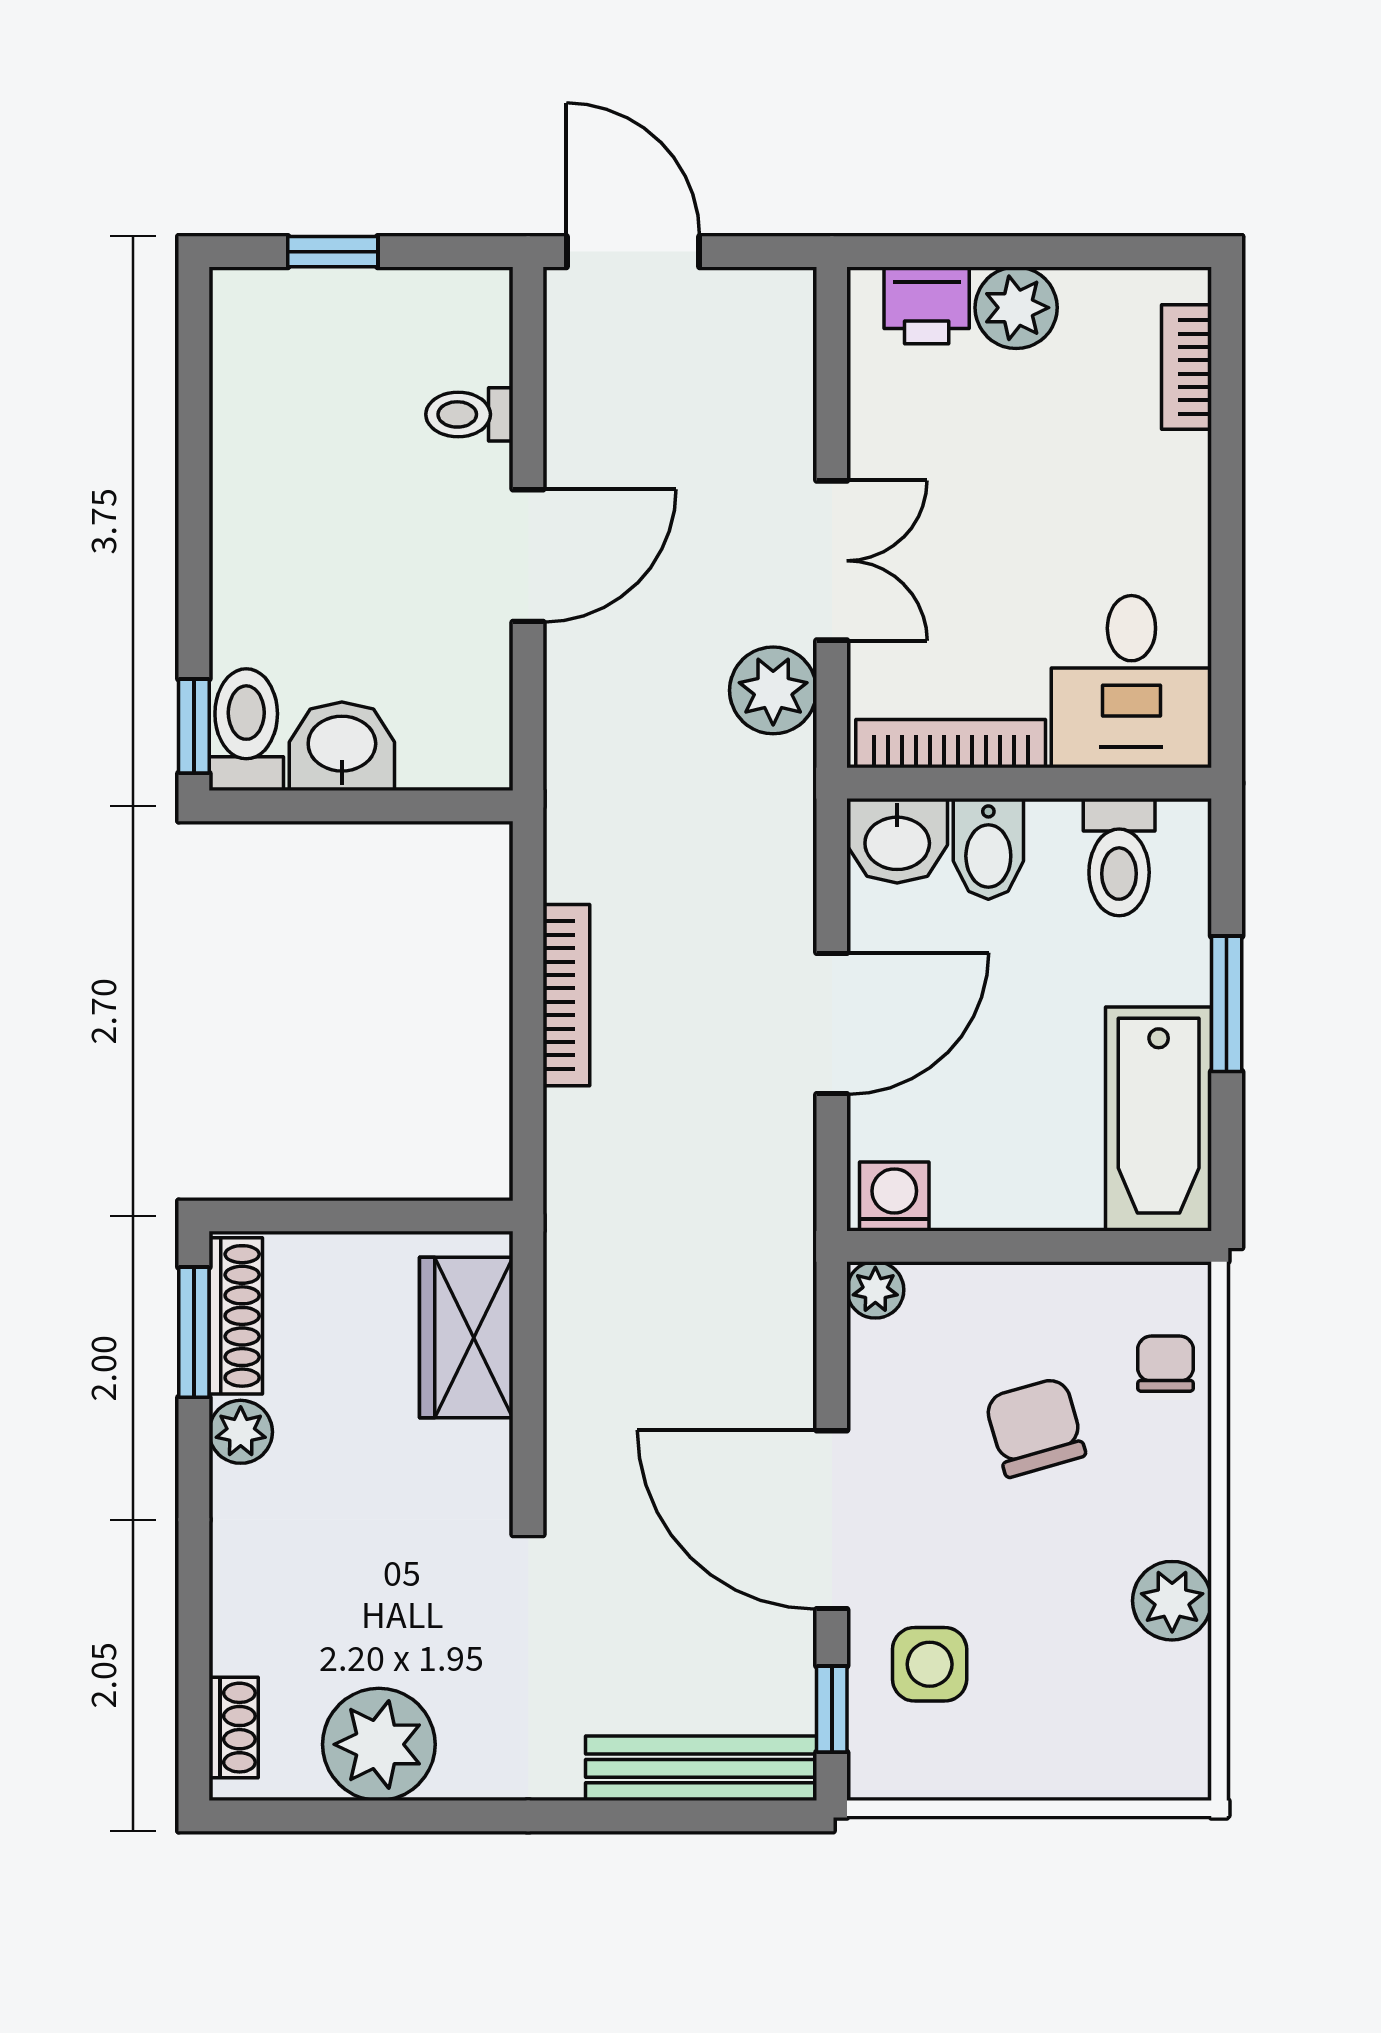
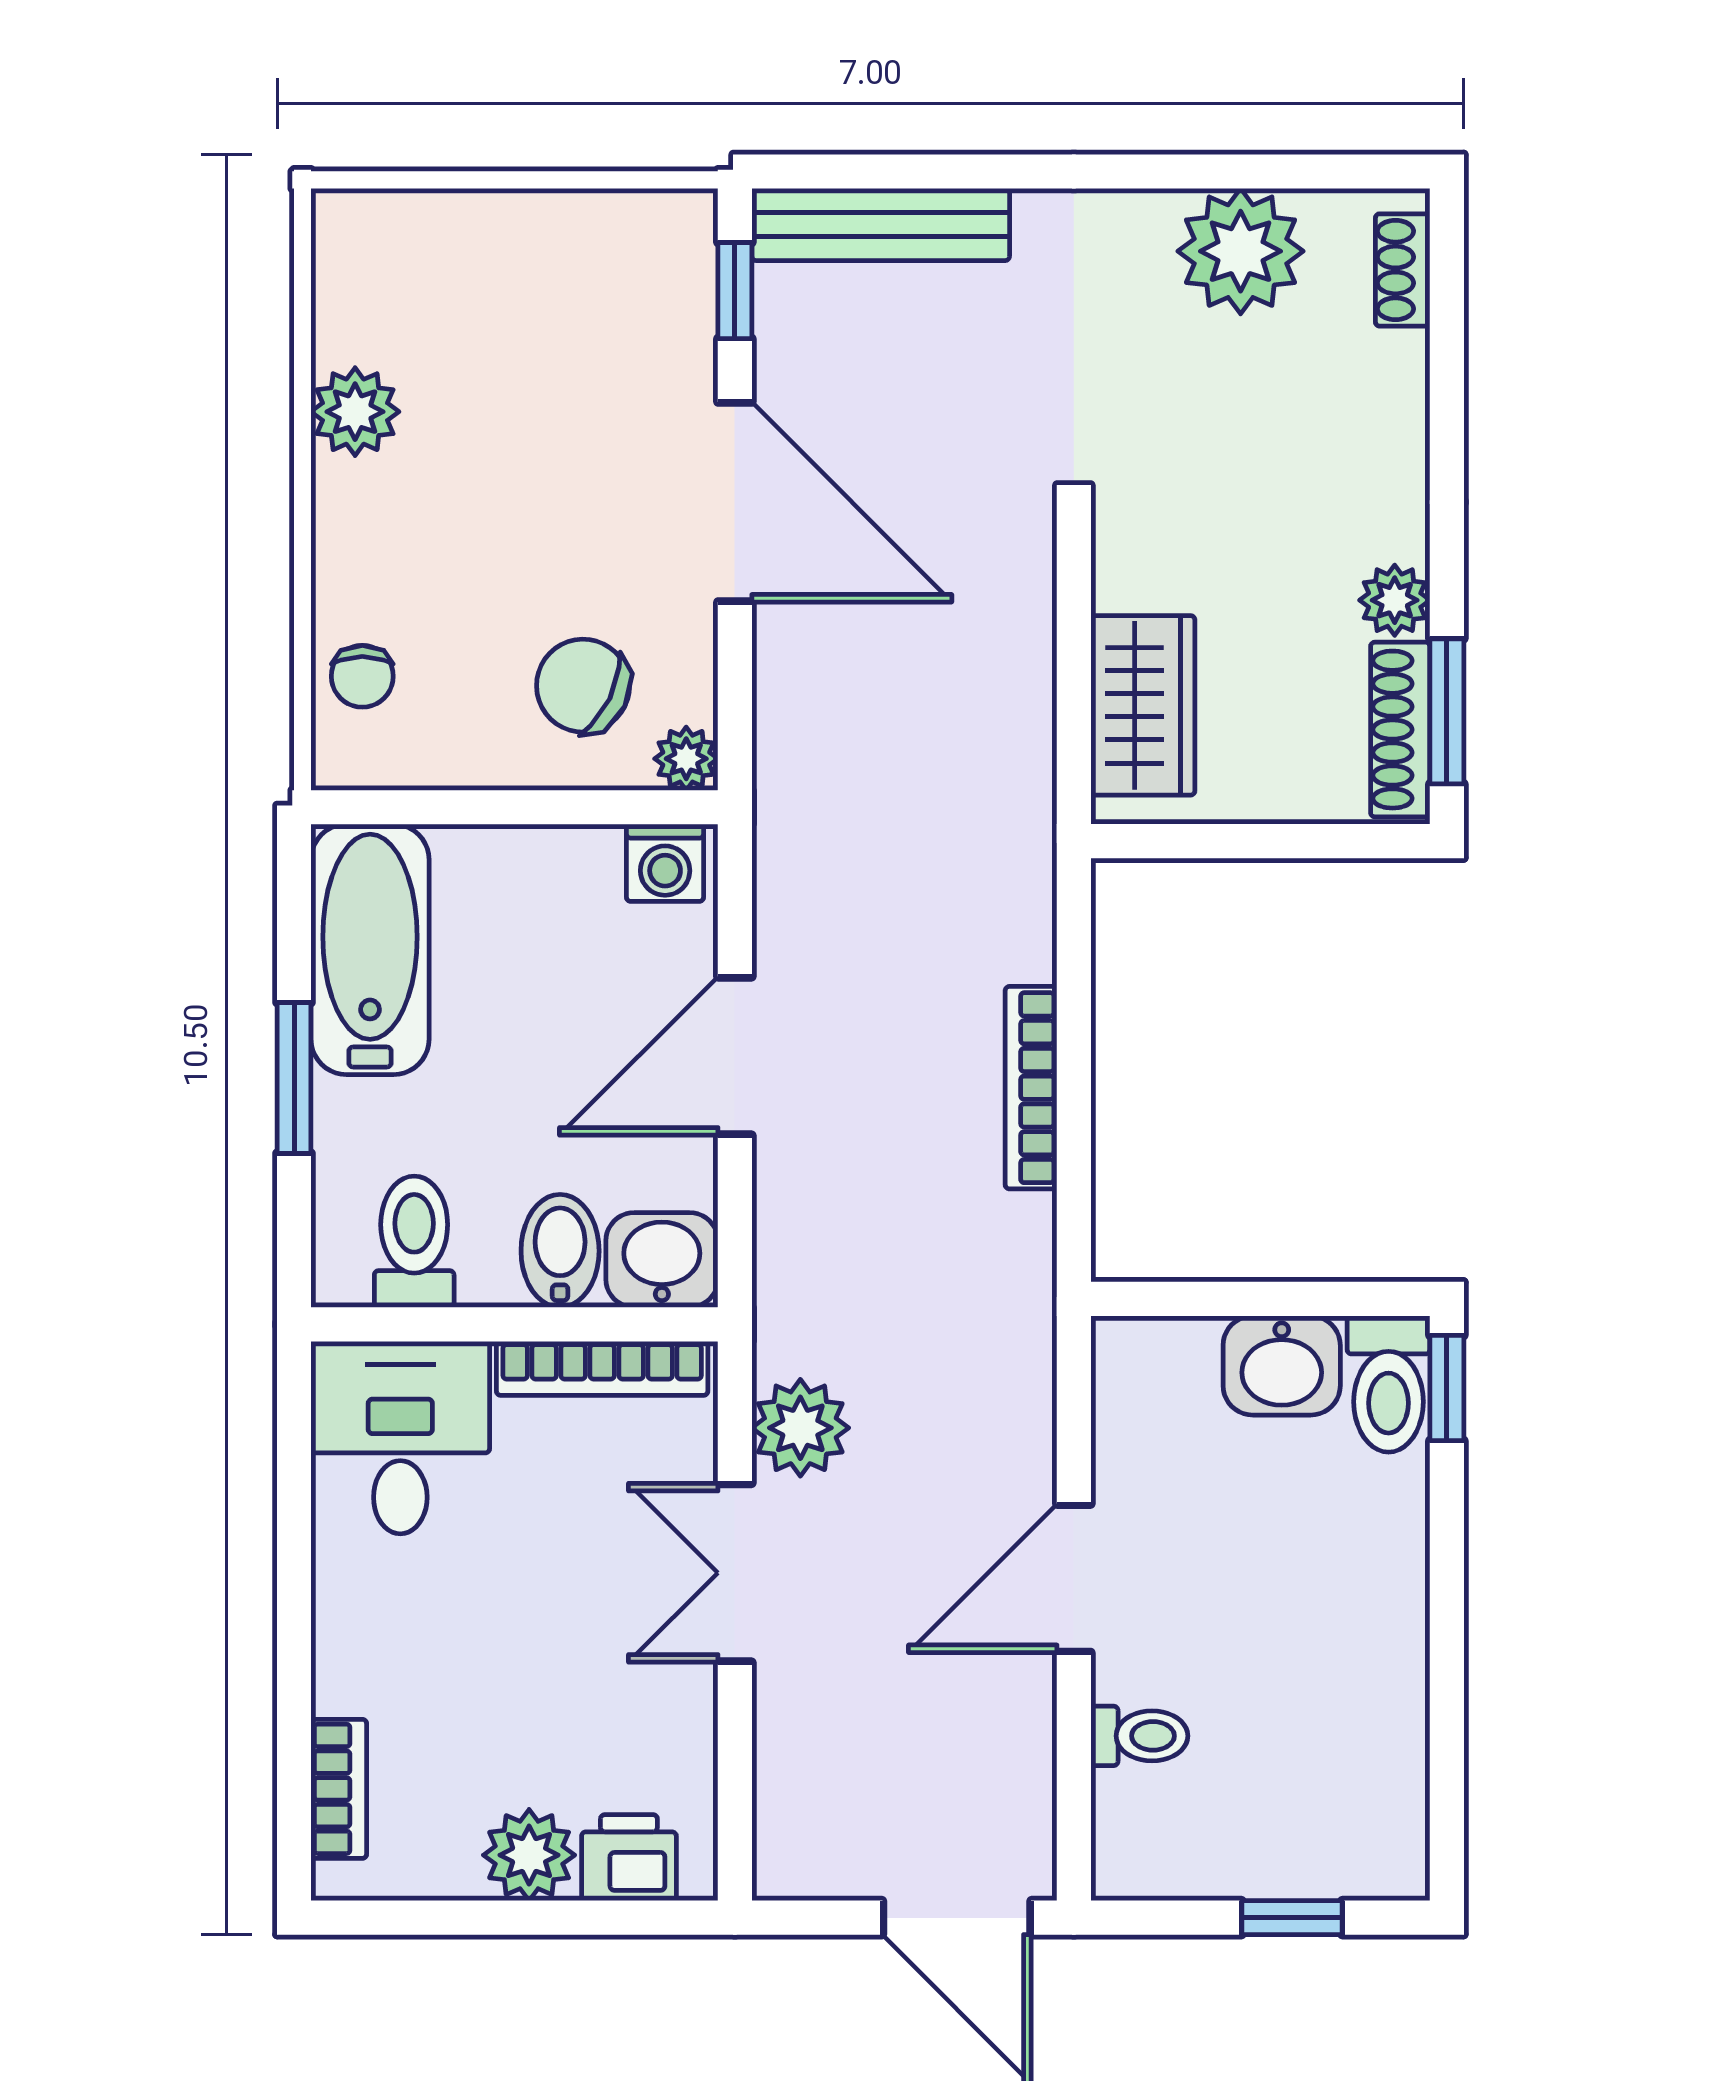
chair: (1035, 1427) -> (583, 686), moved, turned 132
side table: (930, 1664) -> (626, 341), removed

